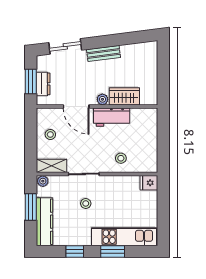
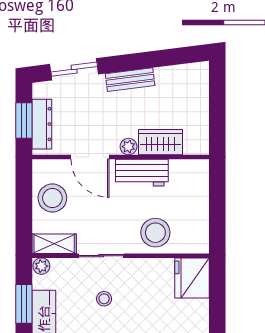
dresser: (43, 84) -> (42, 124), width x1.44
stool: (50, 135) -> (52, 198), width x1.89, depth x1.89
stool: (121, 158) -> (155, 233), width x1.89, depth x1.89
fridge: (149, 183) -> (192, 278), width x1.88, depth x1.34

